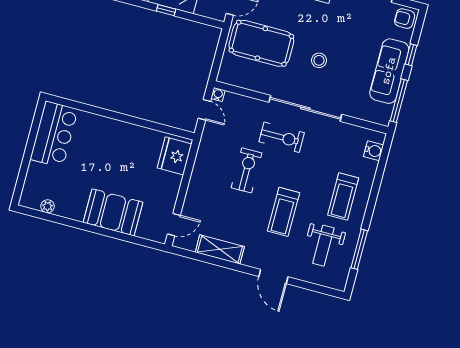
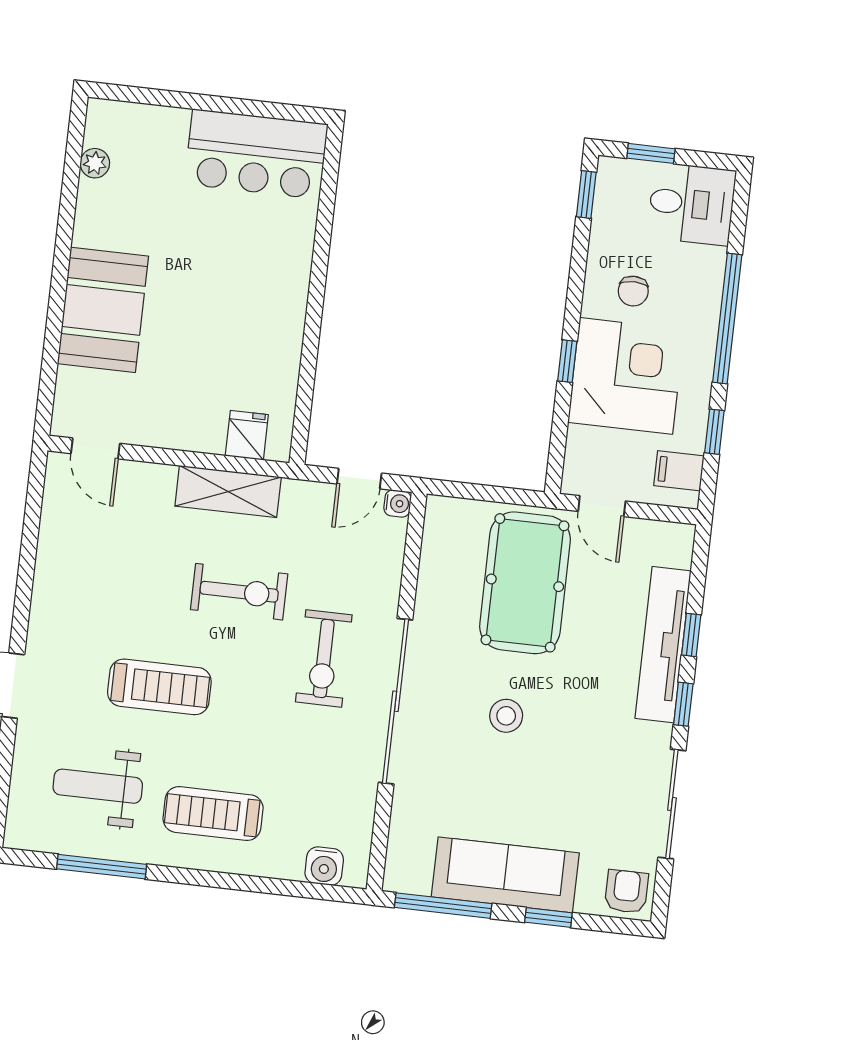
fridge: (175, 156) -> (247, 435), width x0.53, depth x0.75
treadmill: (284, 212) -> (159, 687), turned 180
shelving: (220, 249) -> (228, 492), moved, turned 90

